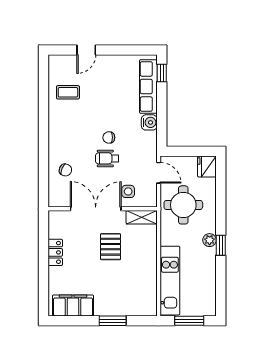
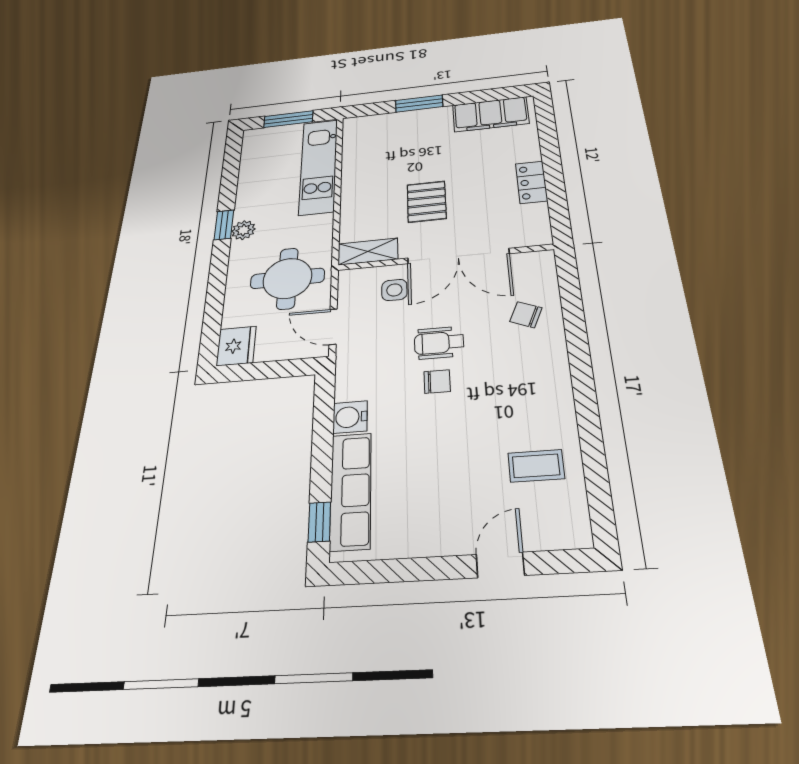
wheelchair: (107, 158) -> (439, 343), turned 180

